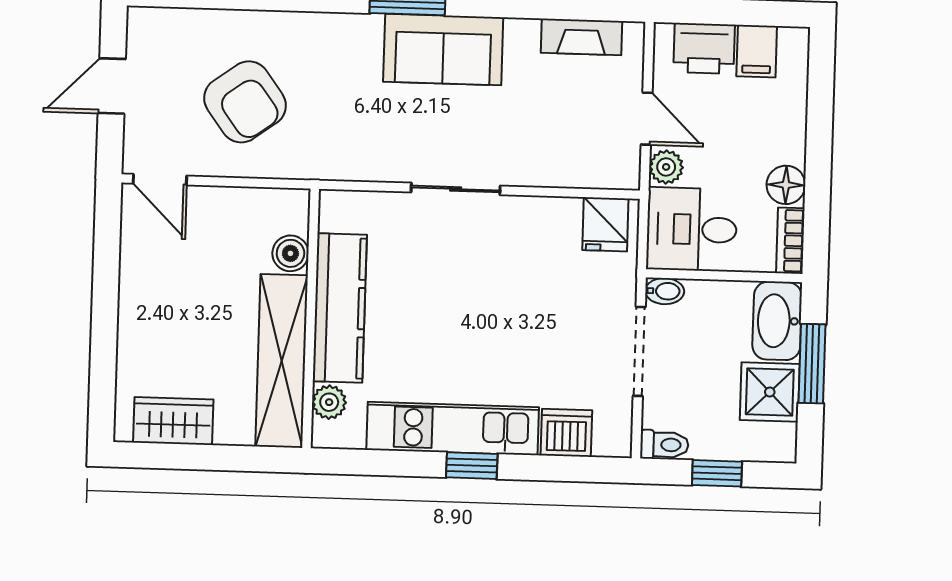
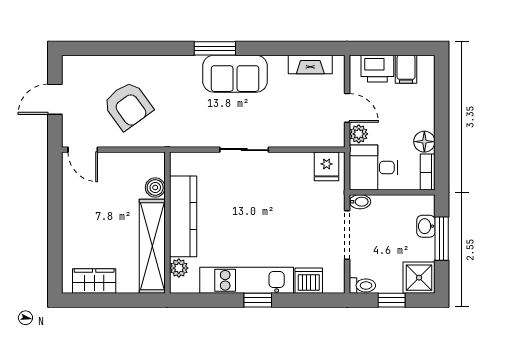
washbasin: (777, 321) -> (426, 226), width x0.52, depth x0.69
shower: (770, 392) -> (419, 278), moved

